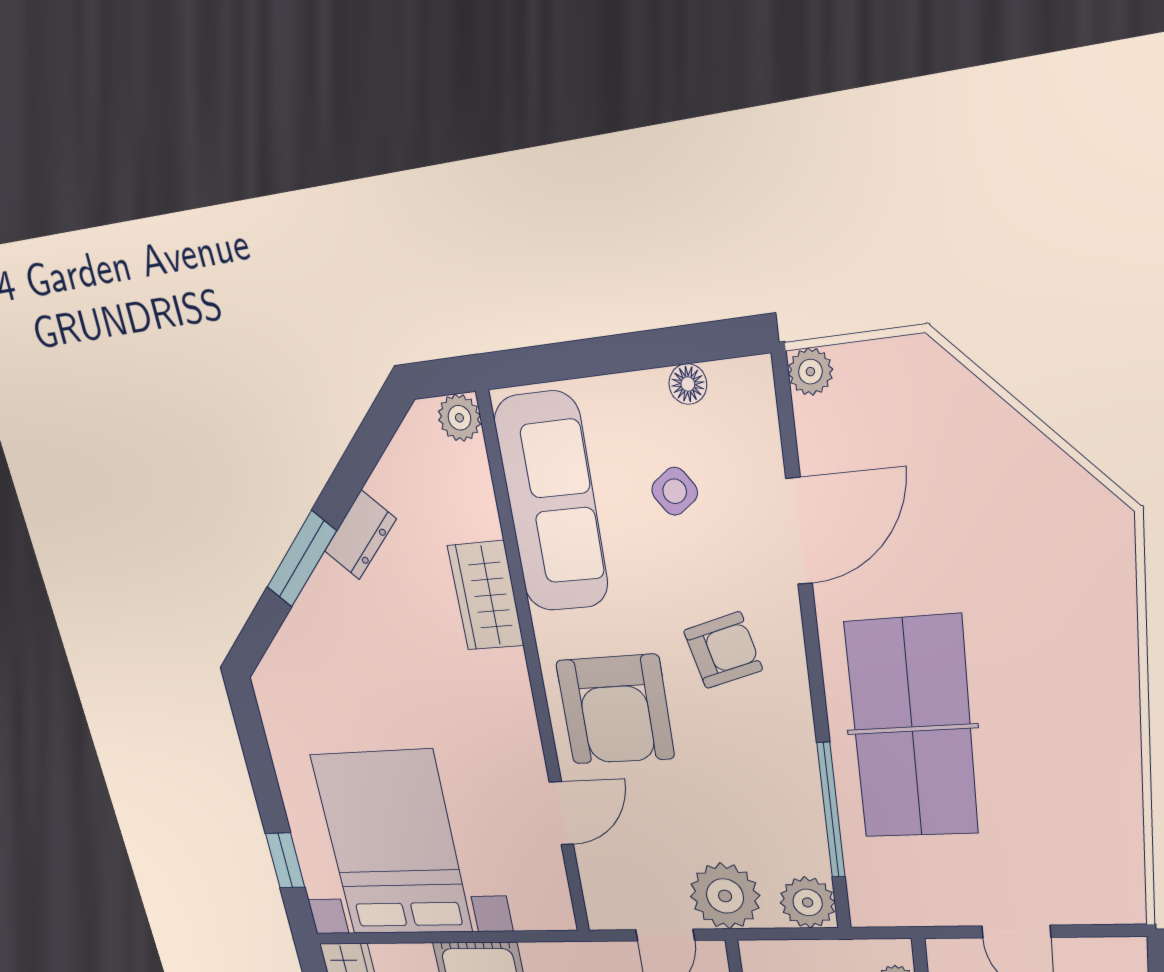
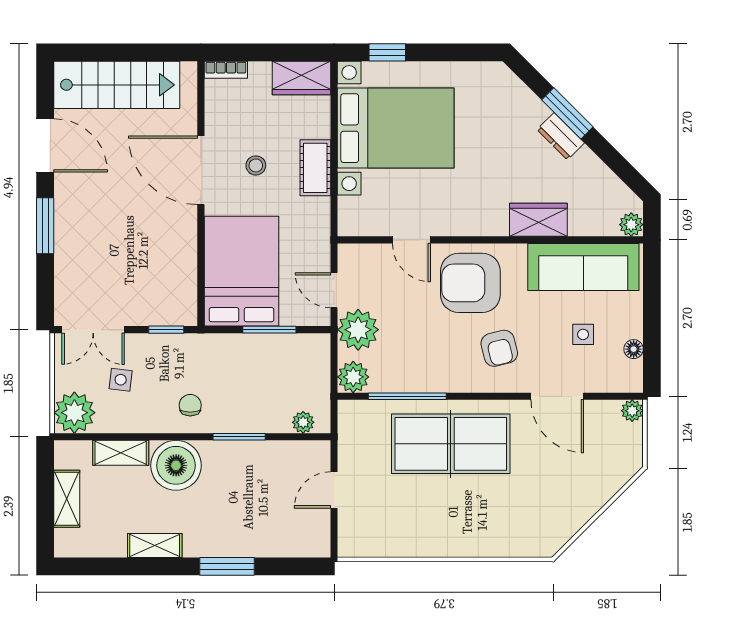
side table: (675, 491) -> (583, 334), turned 35
dresser: (360, 535) -> (561, 136), moved

